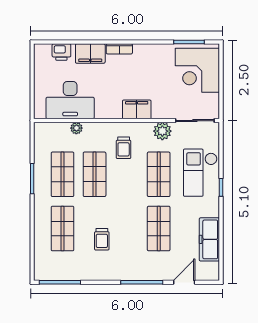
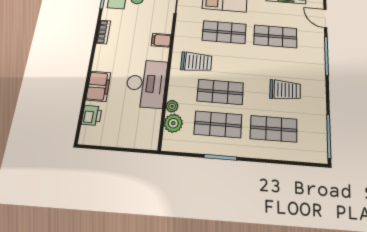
bookcase: (119, 49) -> (103, 32), moved
desk: (70, 100) -> (146, 83), moved
filing cabinet: (137, 109) -> (161, 40), width x0.50
plant: (162, 131) -> (173, 123), moved
trolley: (124, 148) -> (196, 62), width x1.36, depth x1.39
trolley: (102, 239) -> (285, 90), width x1.36, depth x1.39

